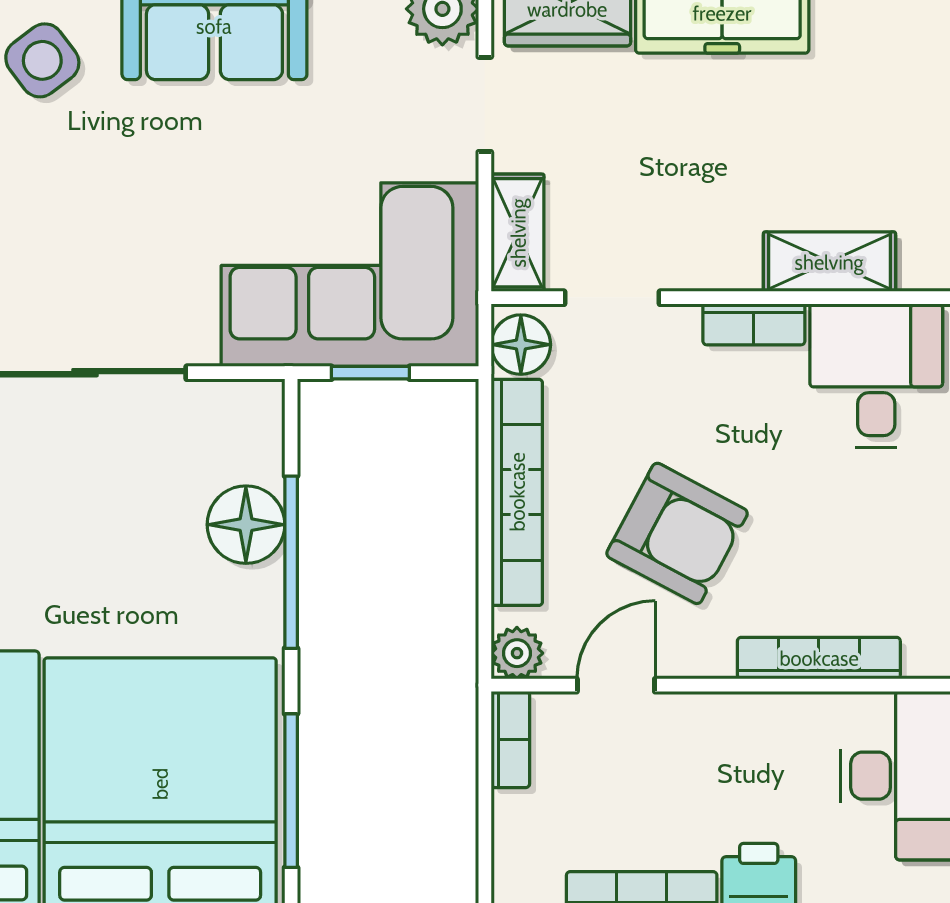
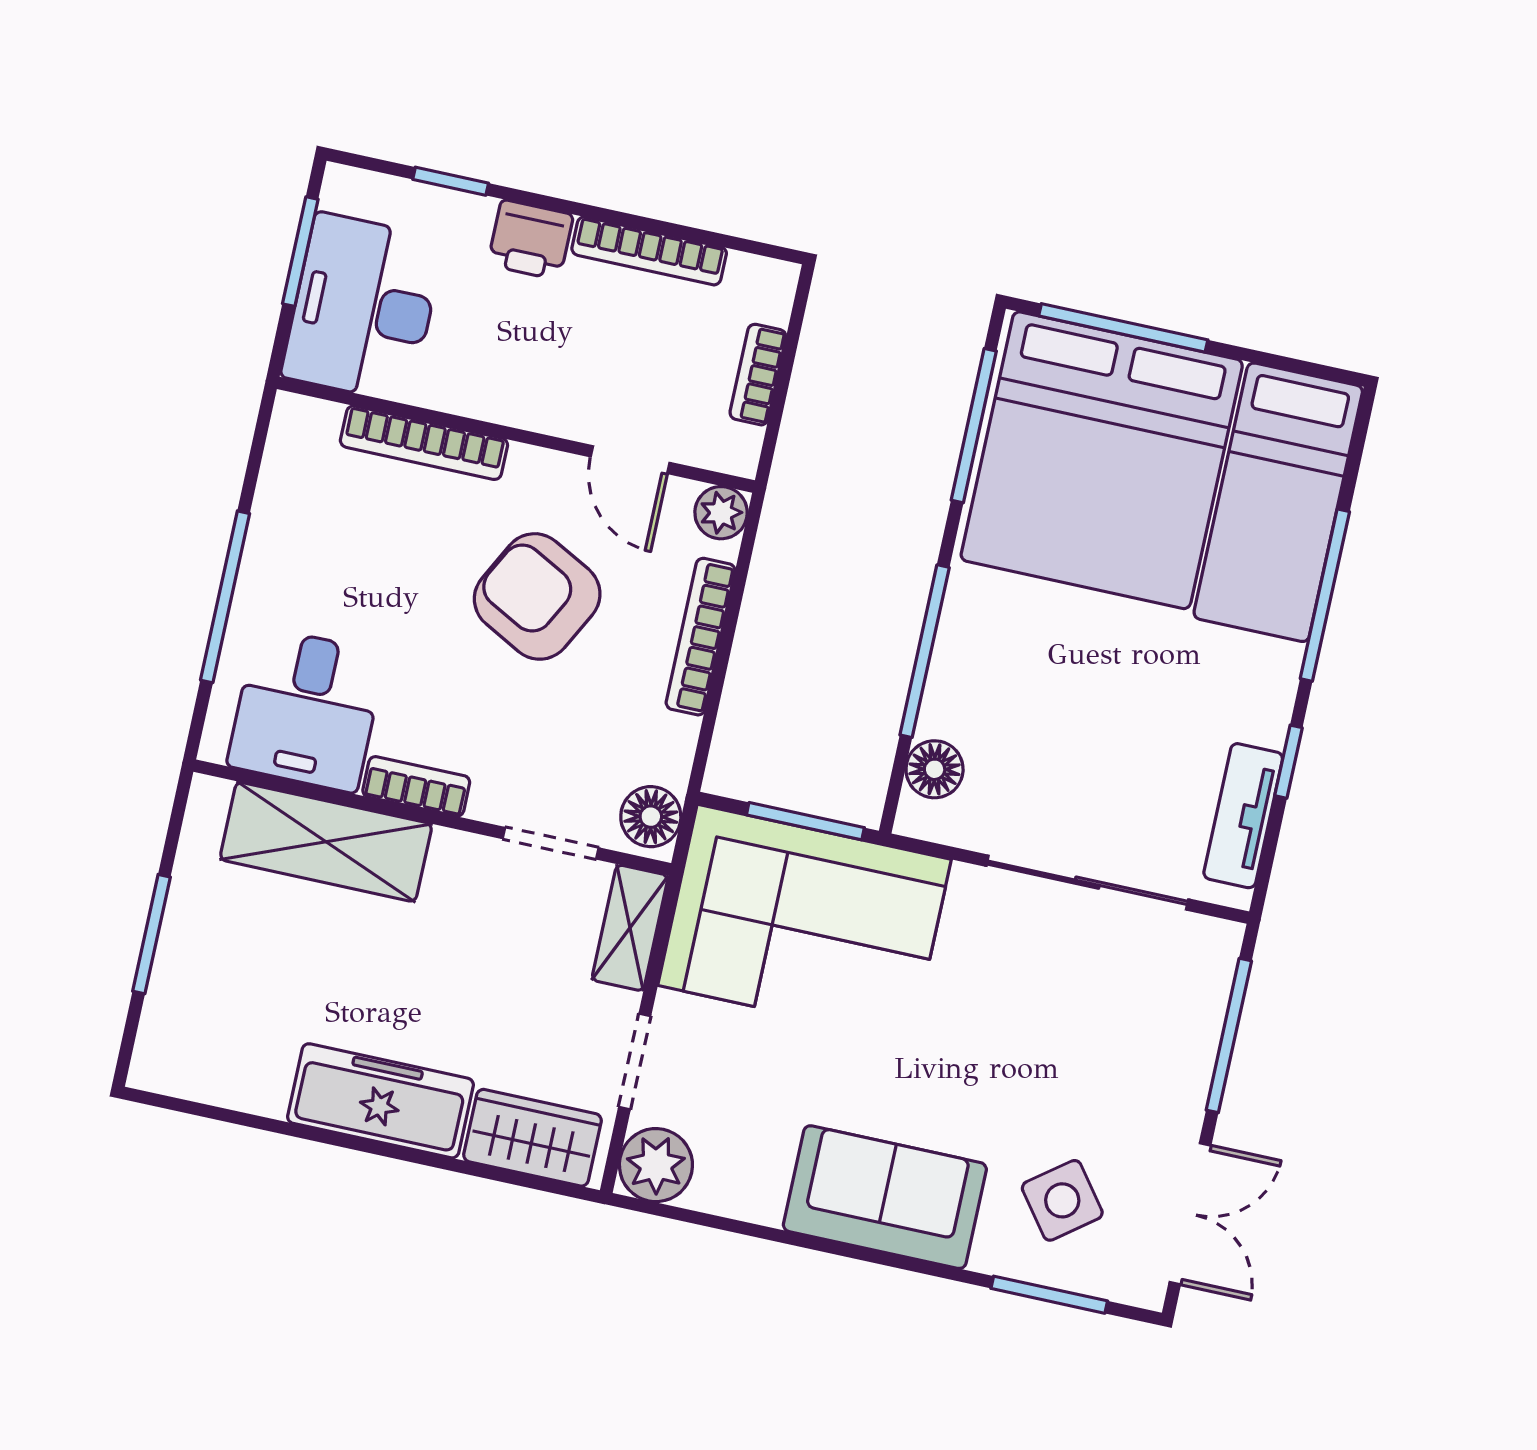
shelving: (829, 262) -> (326, 842), width x1.50, depth x1.33
window: (370, 373) -> (805, 821), width x1.50
bookcase: (517, 492) -> (701, 637), width x0.68, depth x0.76
floor lamp: (246, 525) -> (935, 769), moved, width x0.73, depth x0.73
door: (616, 685) -> (630, 460), hinge flipped
bookcase: (510, 740) -> (758, 375), moved

